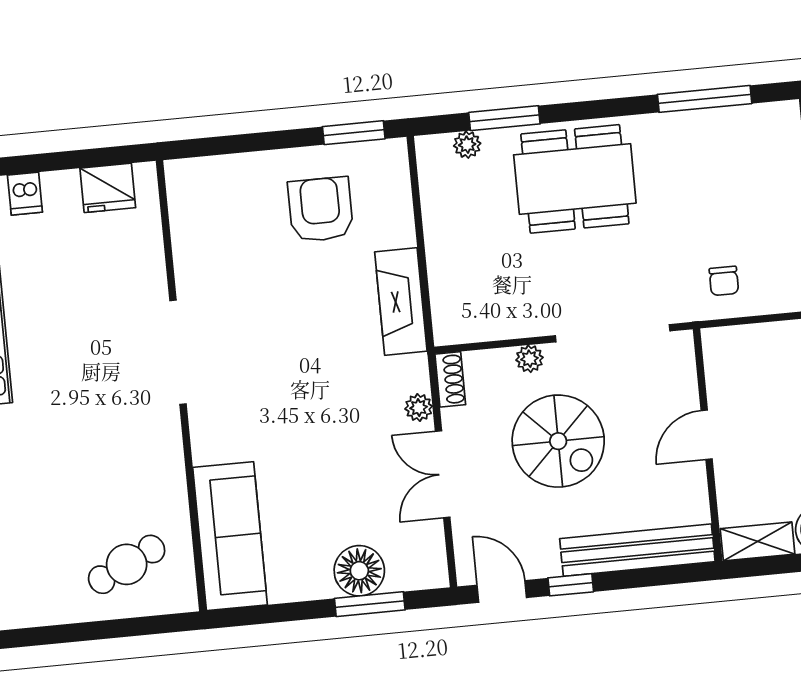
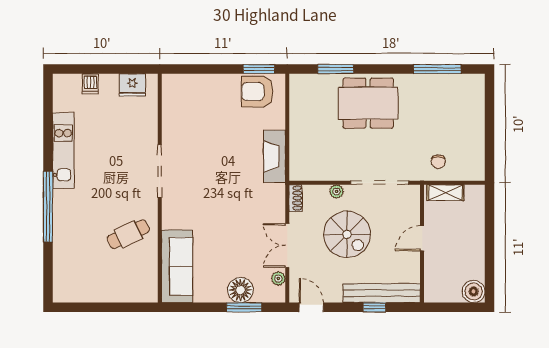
plant: (467, 145) -> (316, 81), removed
armchair: (321, 210) -> (257, 92), moved, turned -90
plant: (419, 408) -> (278, 278), moved
shelving: (758, 541) -> (445, 193), moved
cafe table: (127, 564) -> (128, 234), moved
window: (571, 585) -> (374, 307), moved

